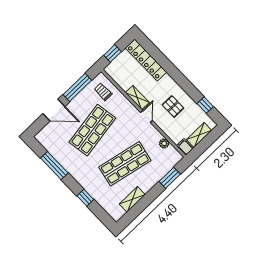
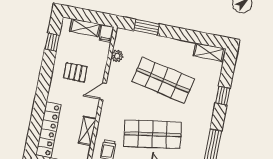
shelving: (137, 98) -> (87, 131), moved
pallet: (173, 106) -> (75, 72), turned 90
shelving: (132, 199) -> (209, 52), moved

